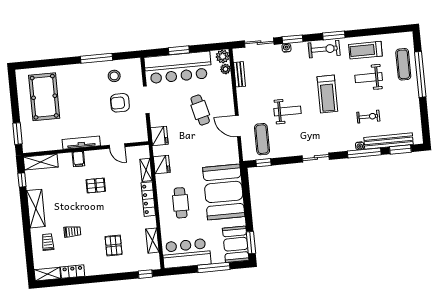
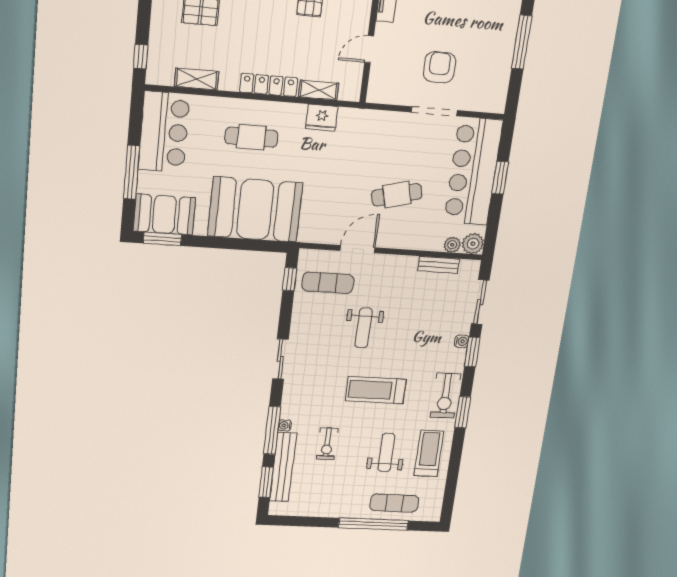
stool: (114, 76) -> (486, 66), removed
fridge: (159, 136) -> (370, 122), removed

